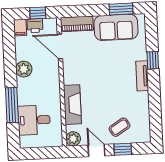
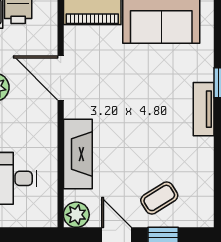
door: (60, 46) -> (61, 78), moved

